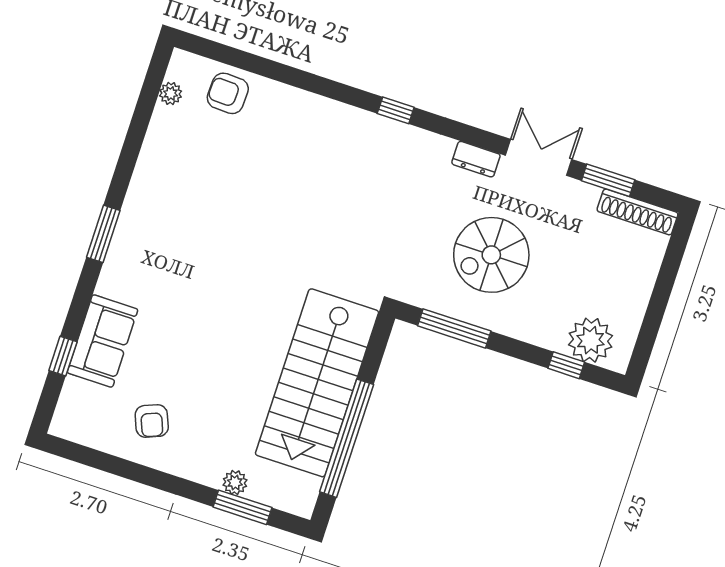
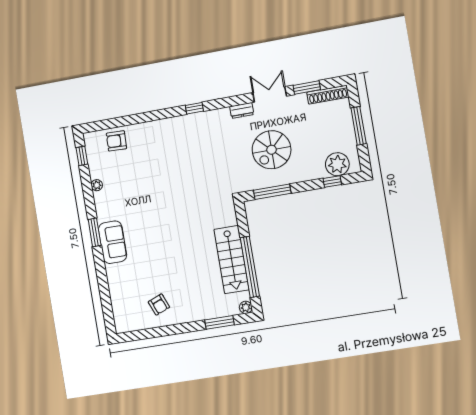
plant: (171, 94) -> (97, 185), moved
window: (661, 294) -> (359, 126), added
sofa: (102, 341) -> (113, 242), moved
window: (63, 356) -> (82, 156), moved
stairs: (317, 383) -> (231, 260), width x0.73, depth x0.66
plant: (235, 483) -> (246, 307), moved

